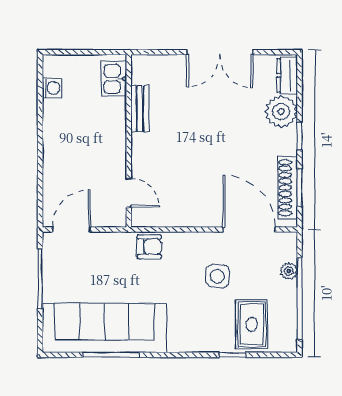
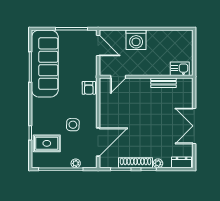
washing machine: (52, 88) -> (136, 40), moved, width x1.89, depth x1.89
plant: (281, 112) -> (158, 163), width x0.53, depth x0.53
shoe rack: (288, 188) -> (136, 163), moved

